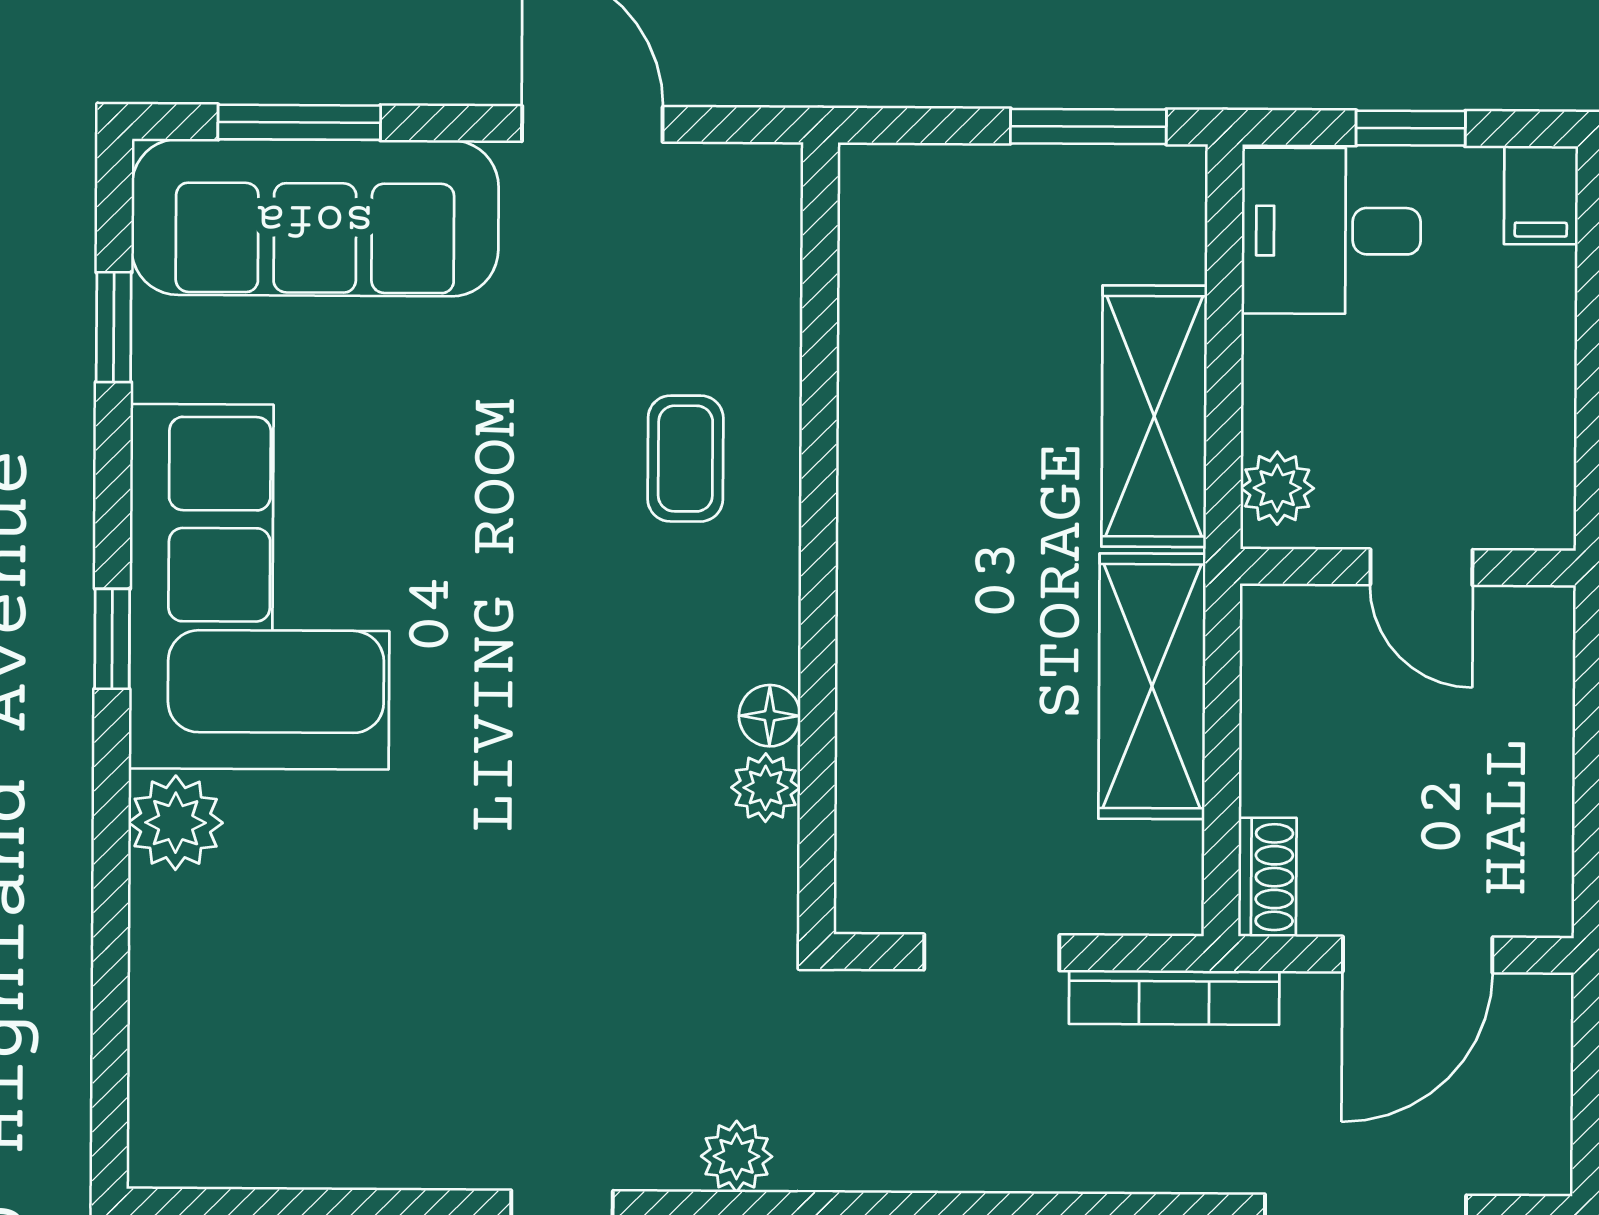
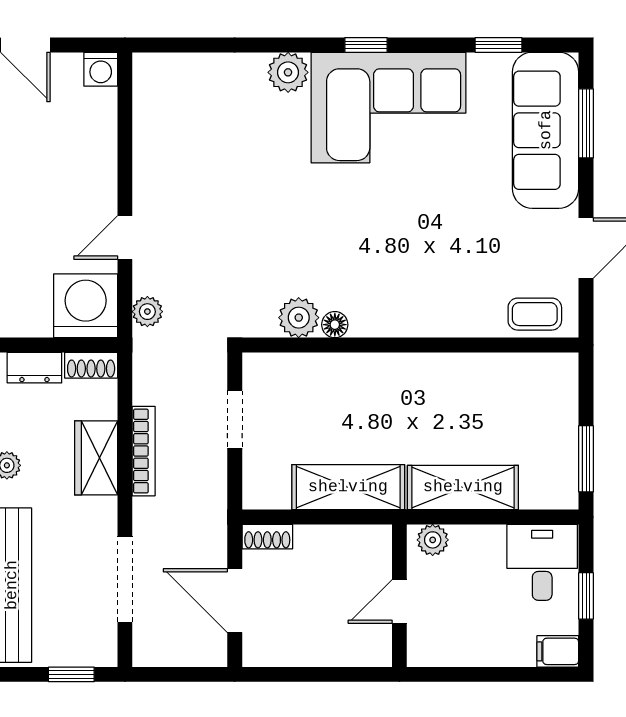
coffee table: (685, 459) -> (535, 314), moved
plant: (766, 788) -> (299, 318), width x1.38, depth x1.38
bookcase: (1174, 997) -> (144, 451), moved, turned 180

